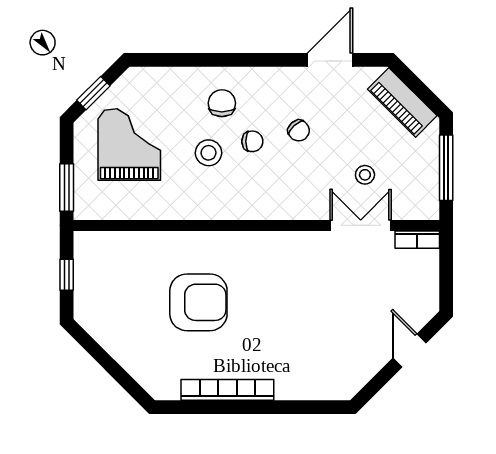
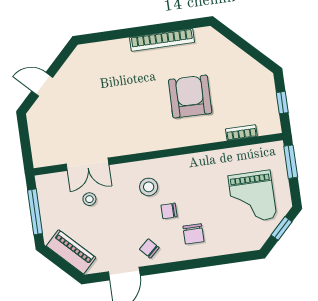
chair: (299, 131) -> (149, 248), moved
stool: (209, 153) -> (149, 187), moved
bookcase: (417, 240) -> (241, 133), moved
armchair: (198, 302) -> (190, 96), turned 91
door: (410, 350) -> (42, 84), swing flipped

